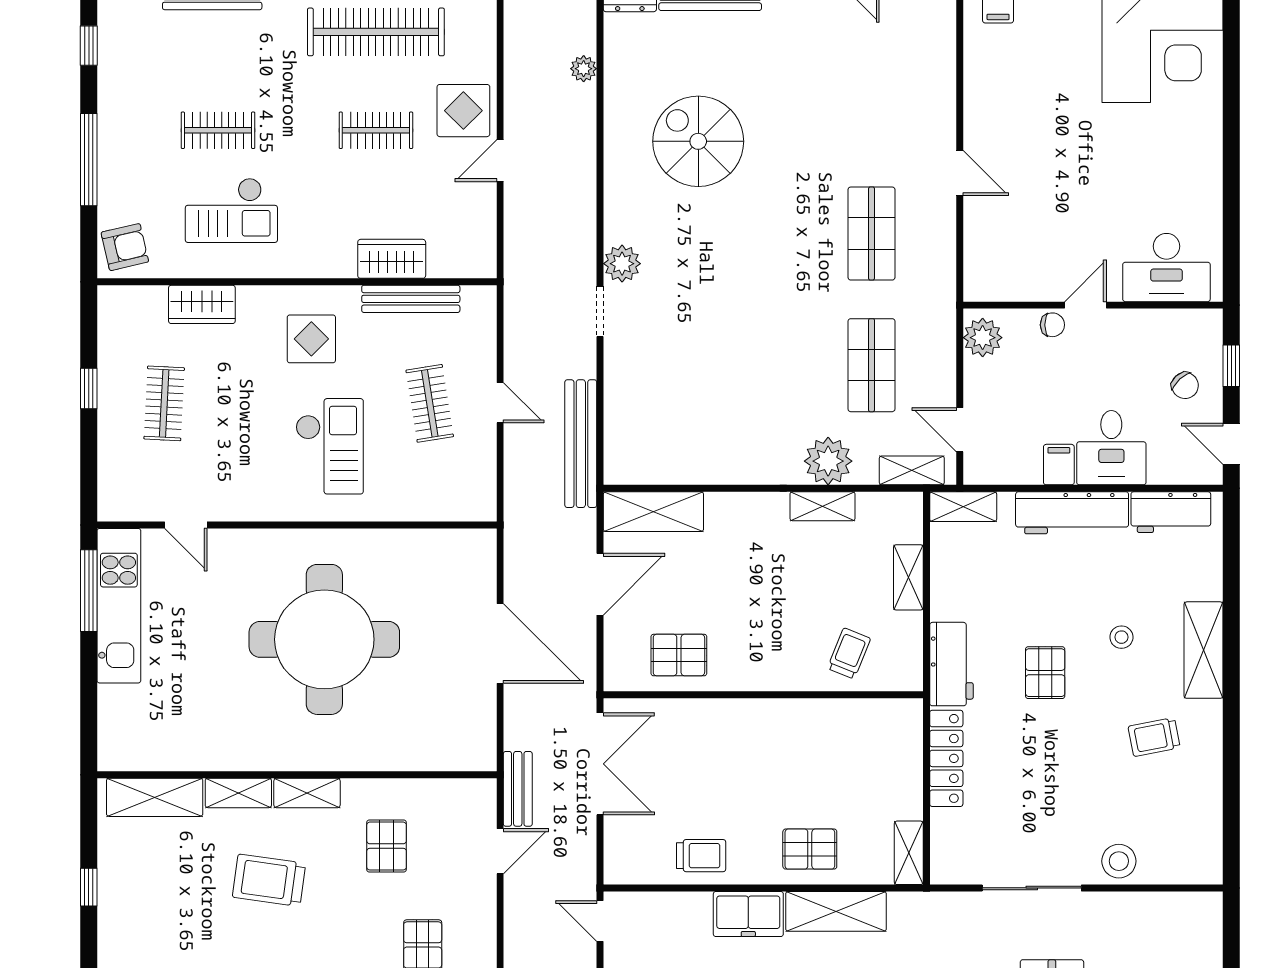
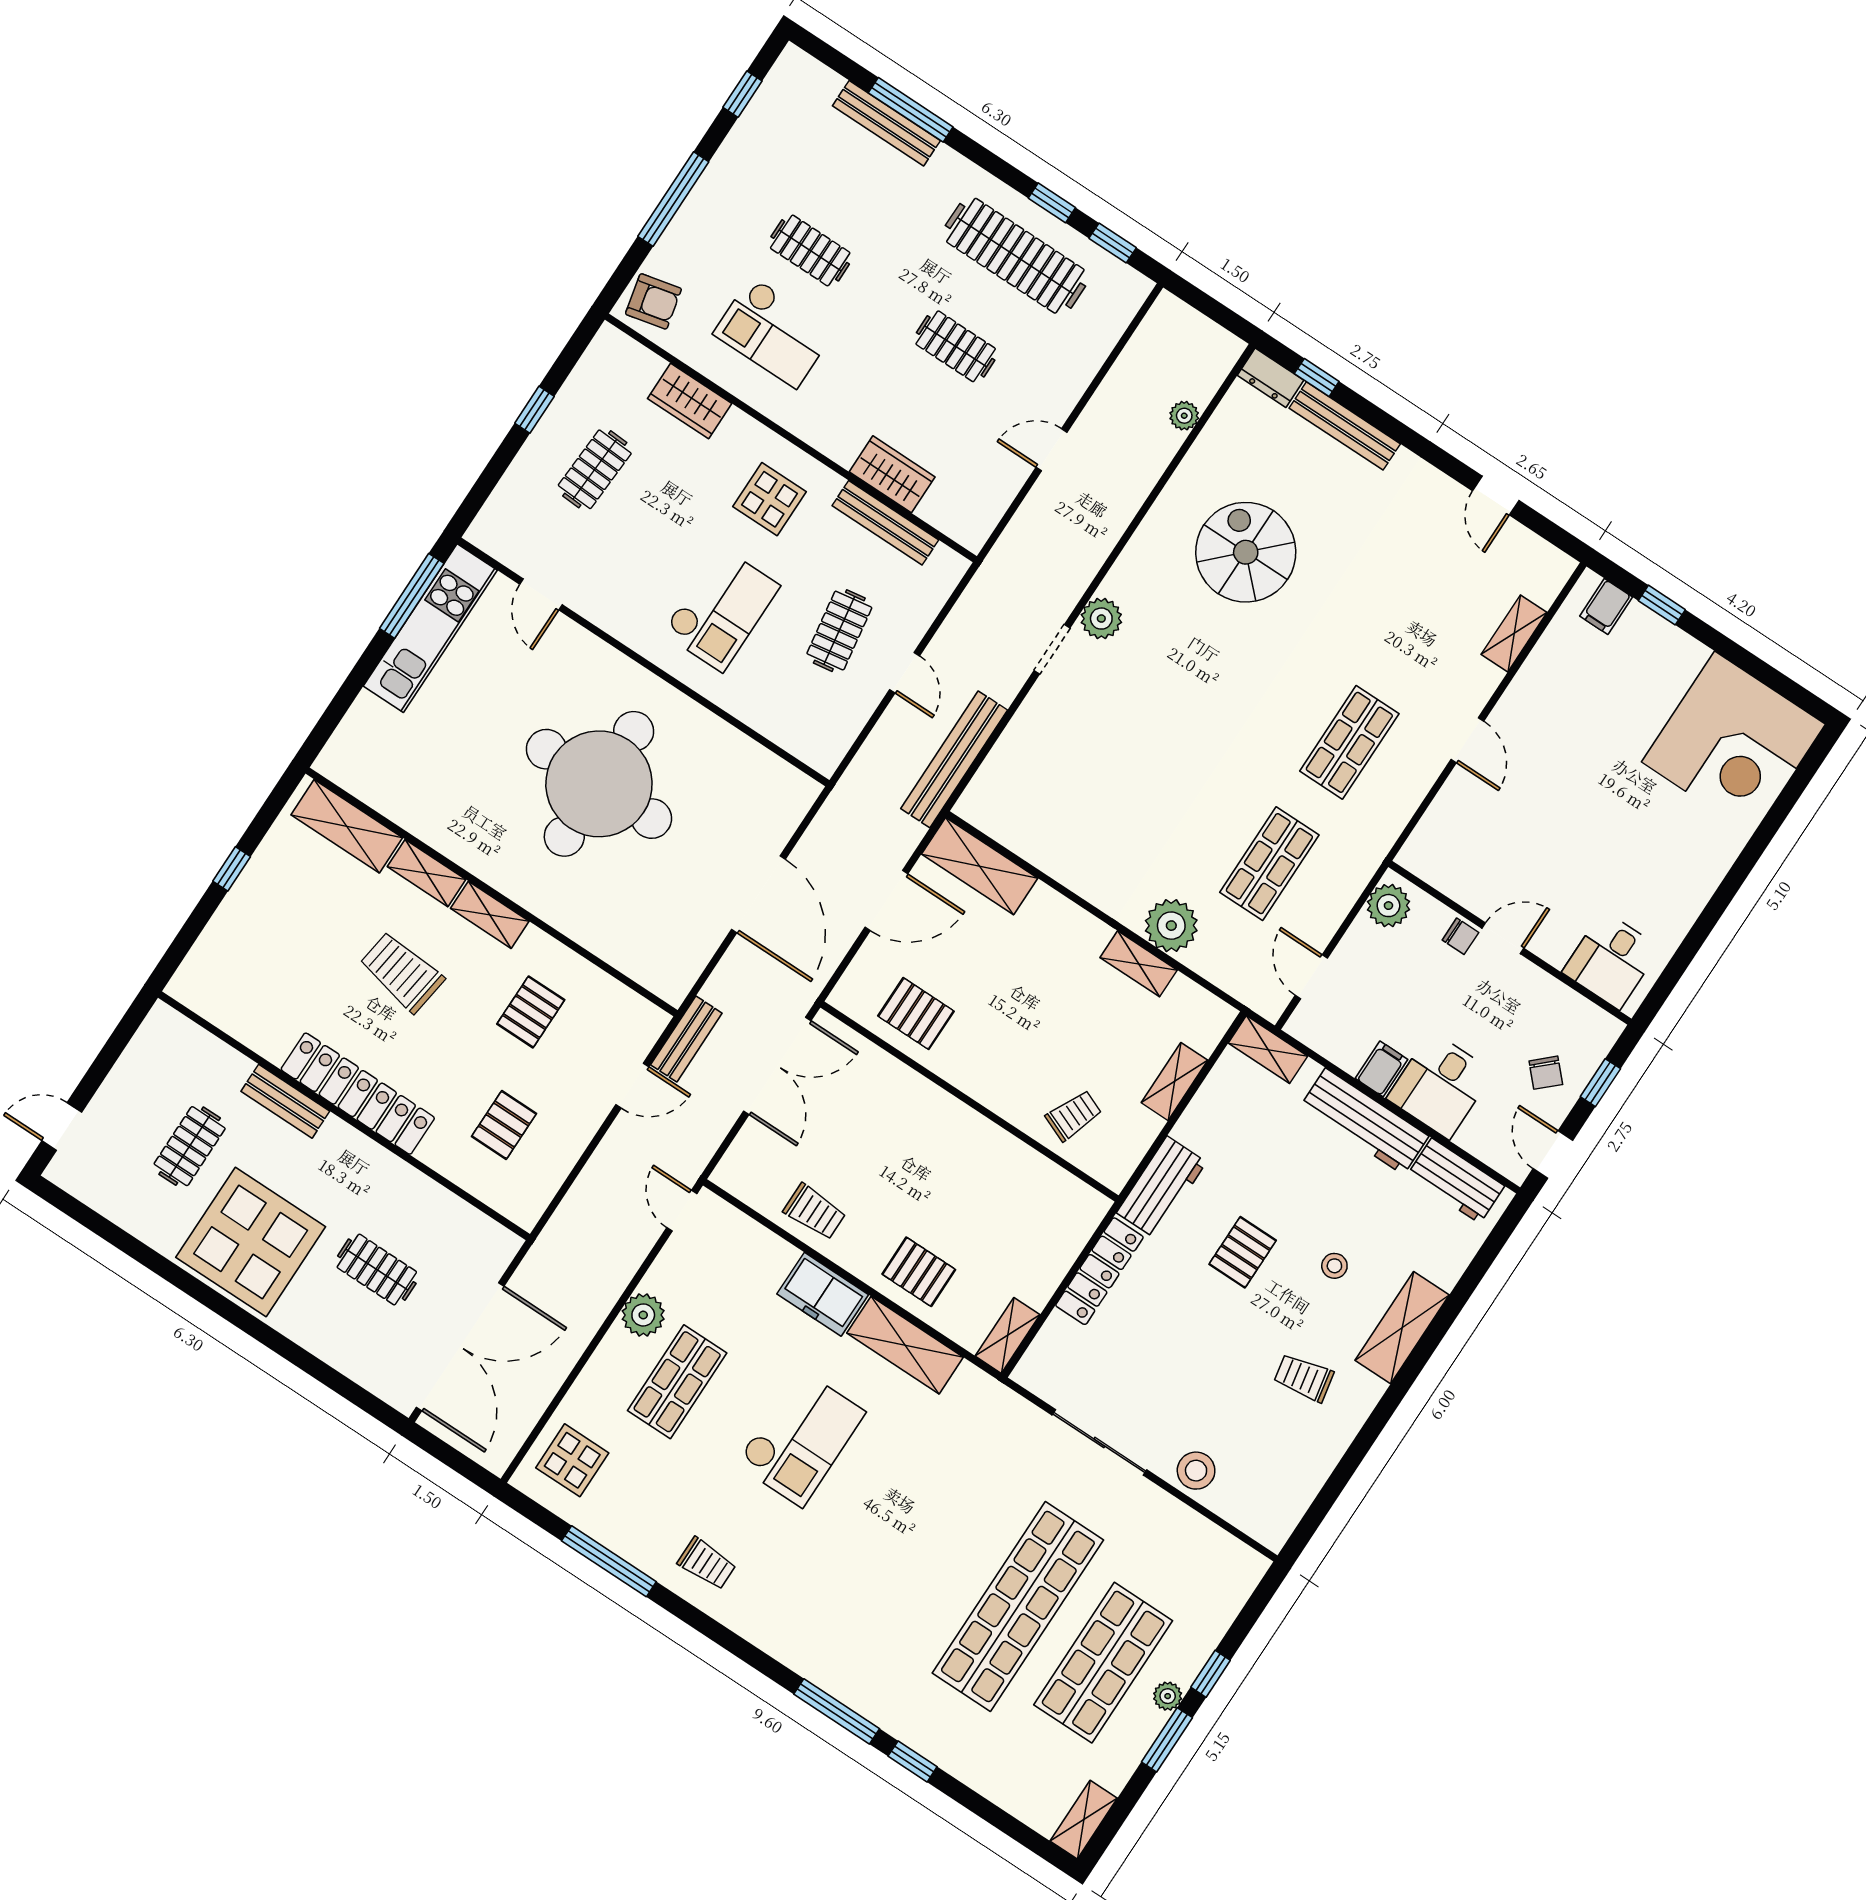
display table: (463, 111) -> (1048, 381), removed
desk: (1166, 268) -> (1611, 960), width x0.73
shelving: (912, 470) -> (1514, 633), moved, turned 90

